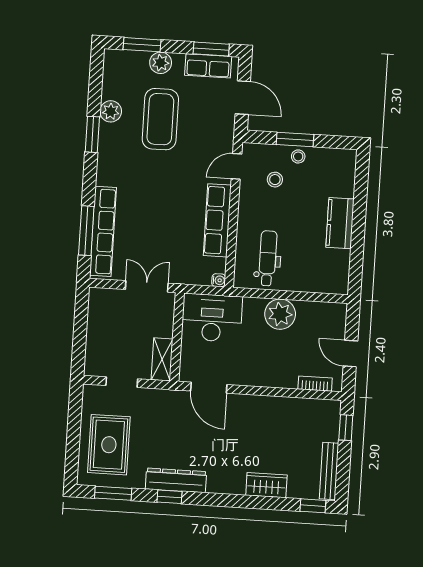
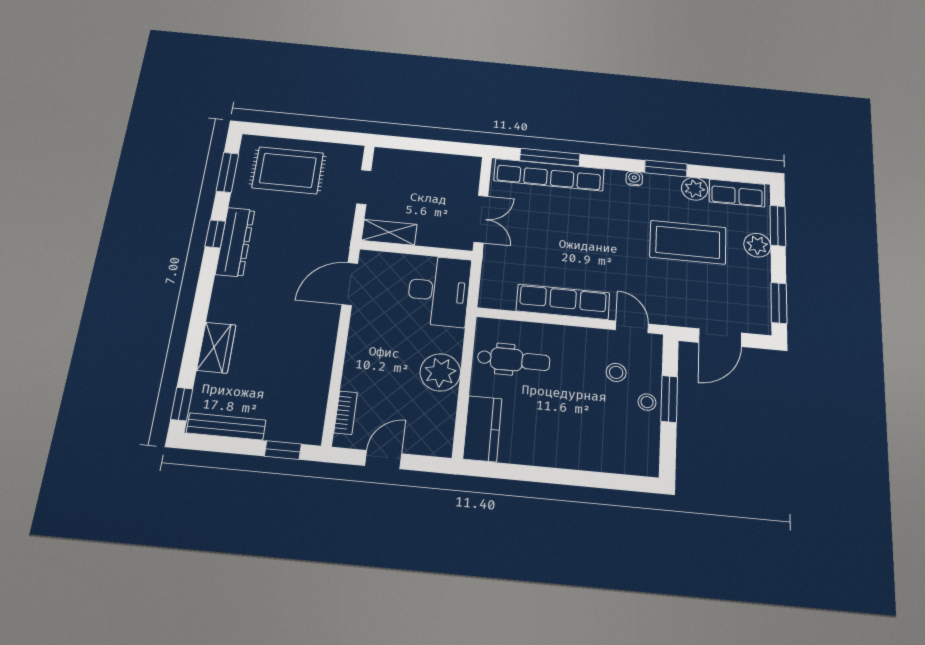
row of seats: (208, 66) -> (737, 193), moved, turned -90
kitchen counter: (340, 223) -> (482, 429), moved, turned 90
water cooler: (219, 280) -> (634, 179), moved, turned 180

